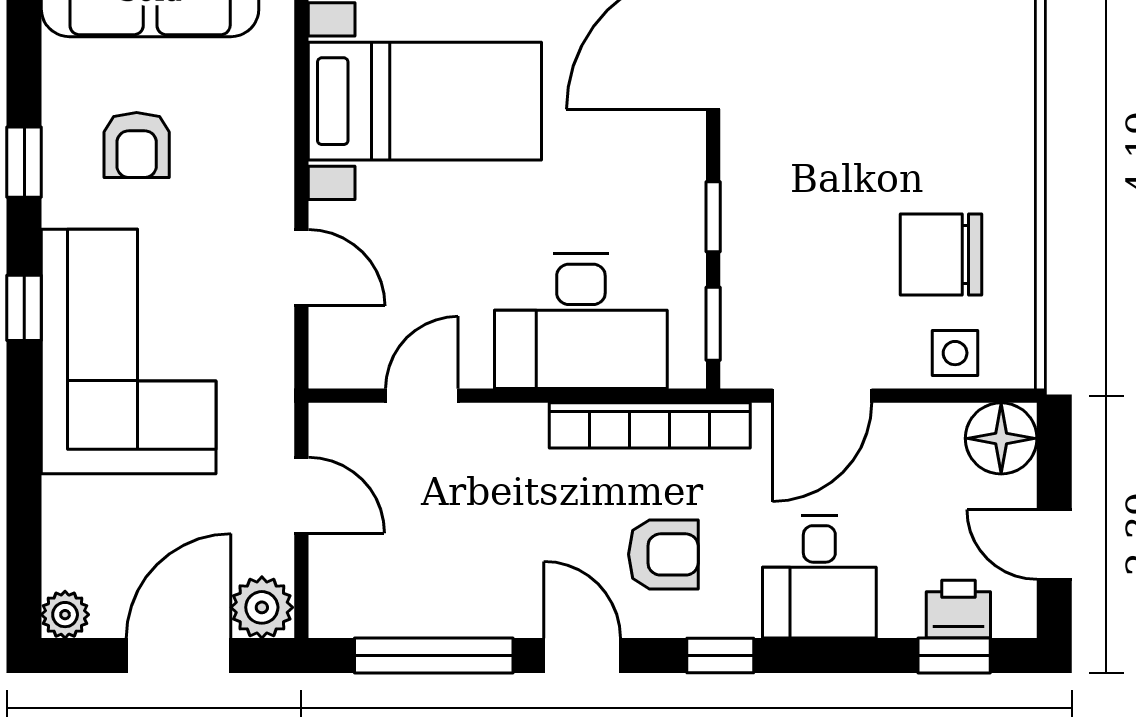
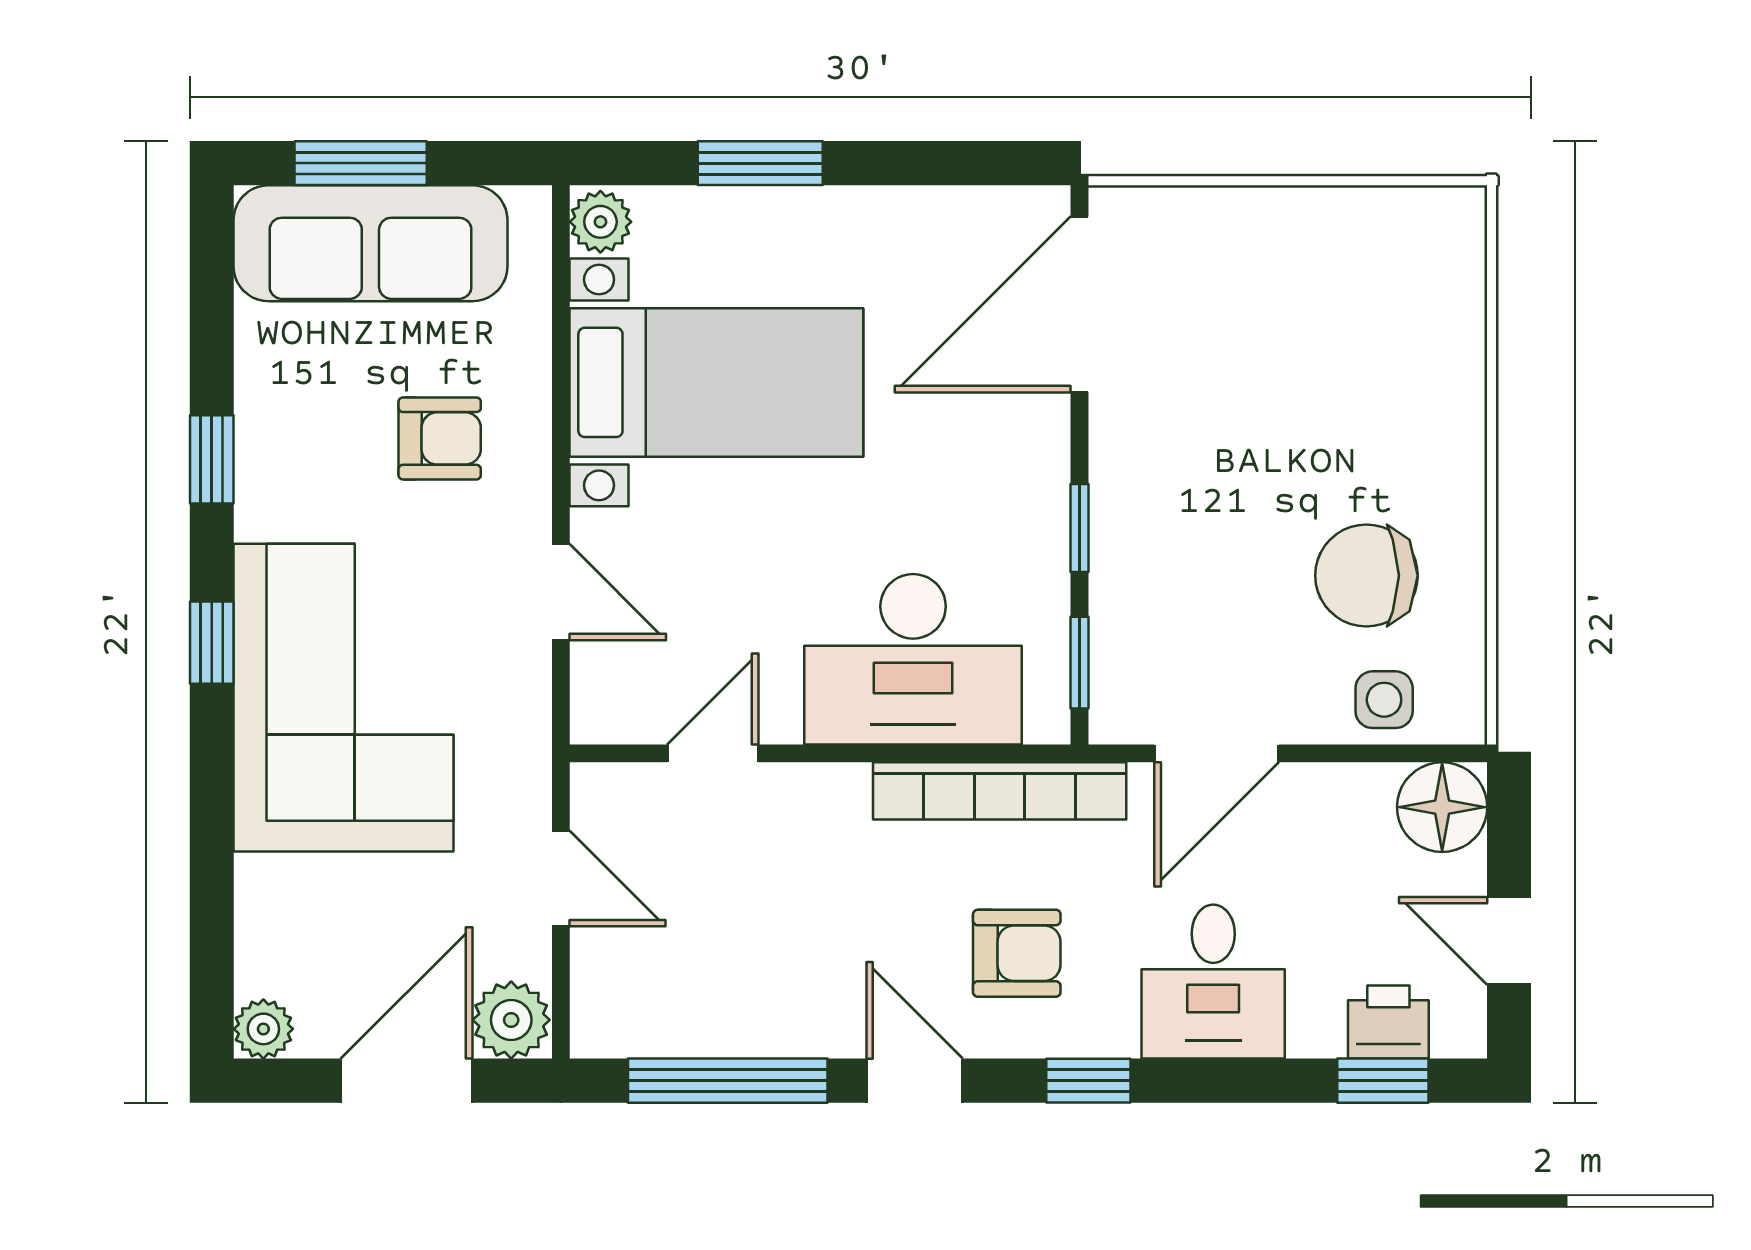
armchair: (137, 145) -> (440, 438), moved, turned -90

